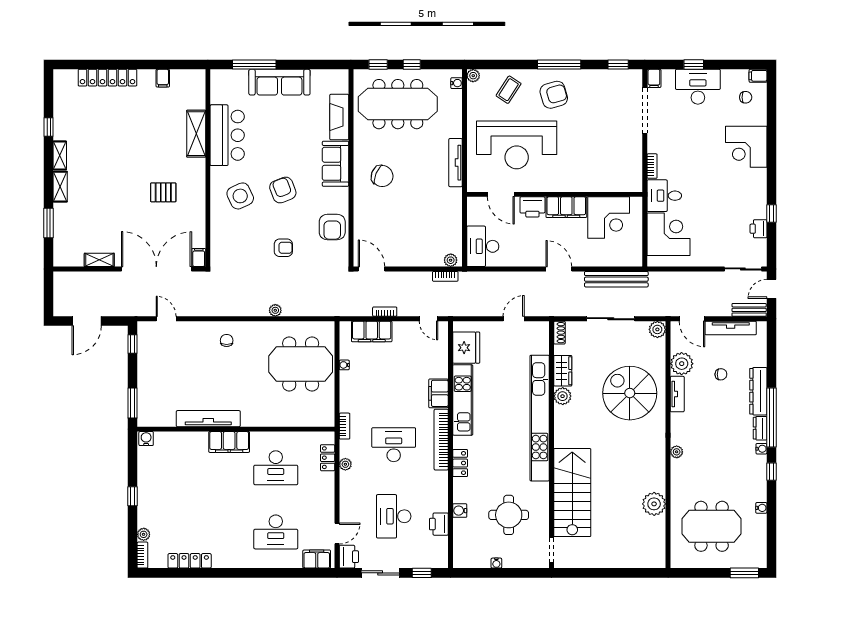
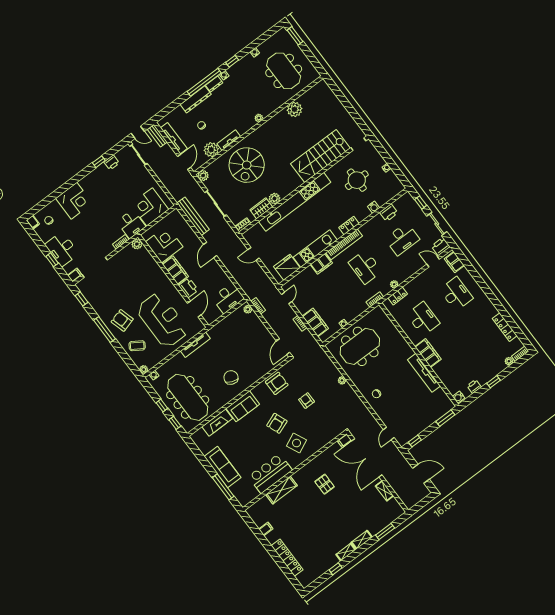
plant: (634, 184) -> (137, 244), added
meeting table: (301, 364) -> (360, 346), turned 90
printer: (145, 468) -> (474, 386), added

